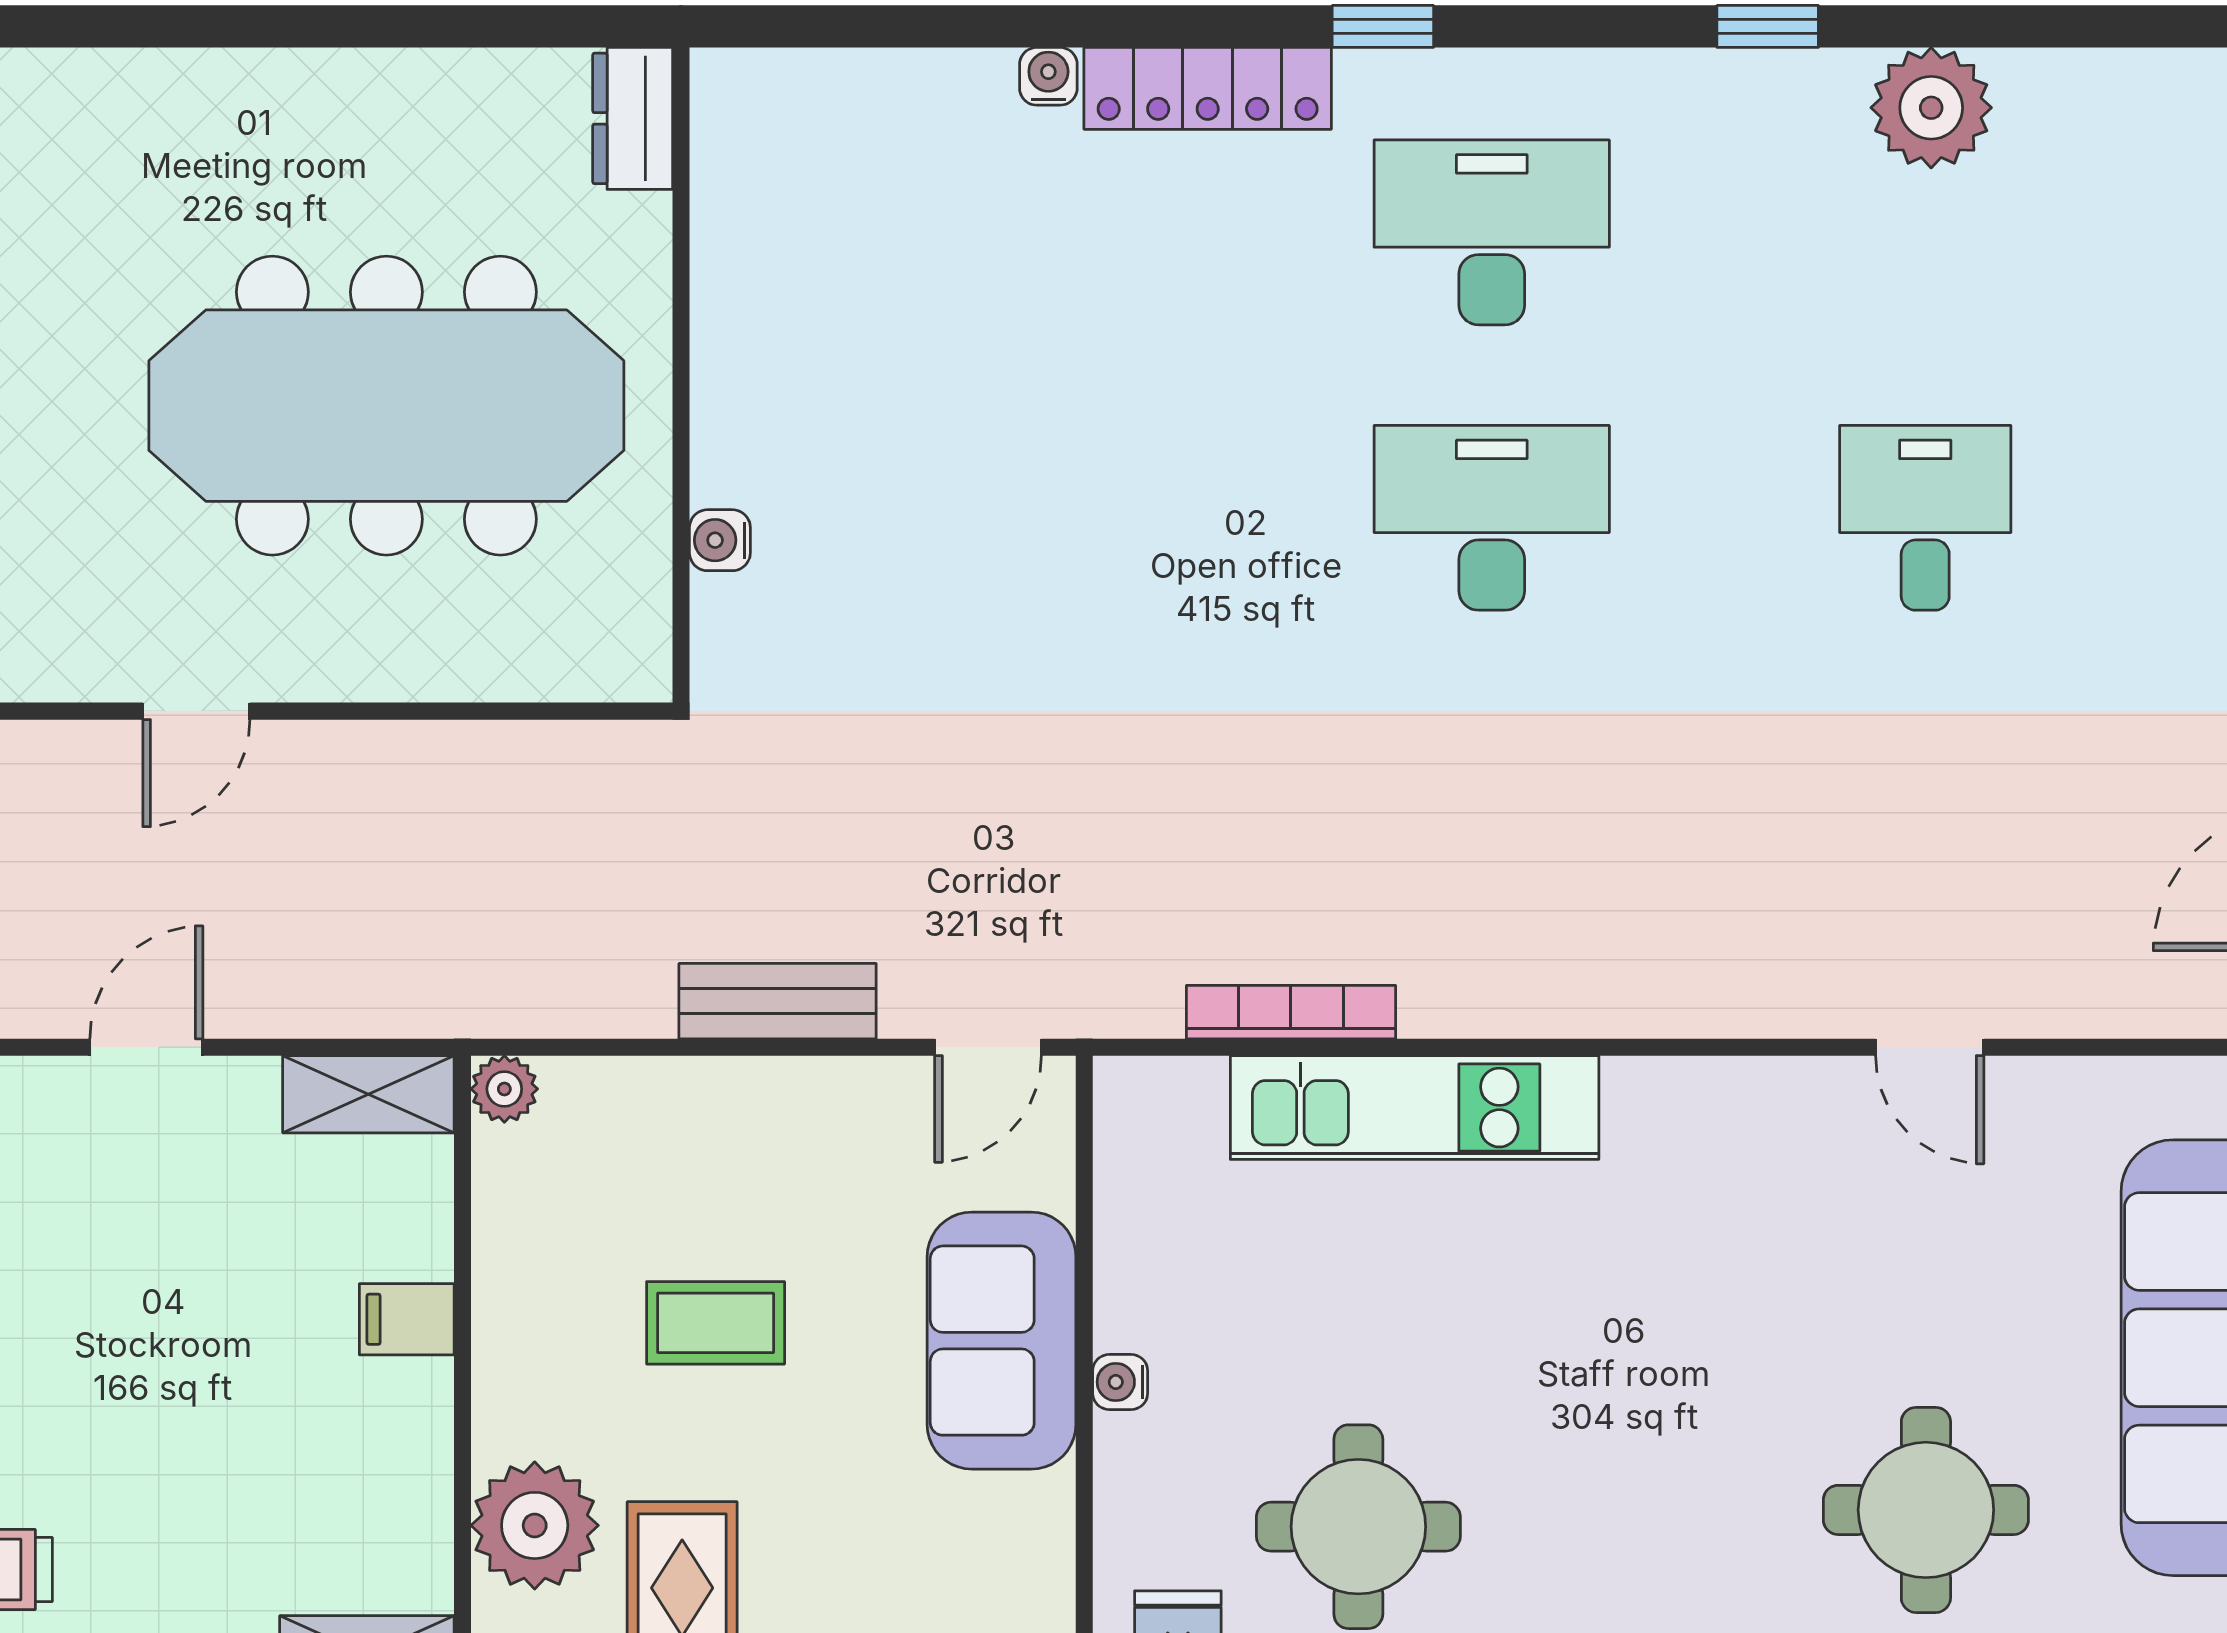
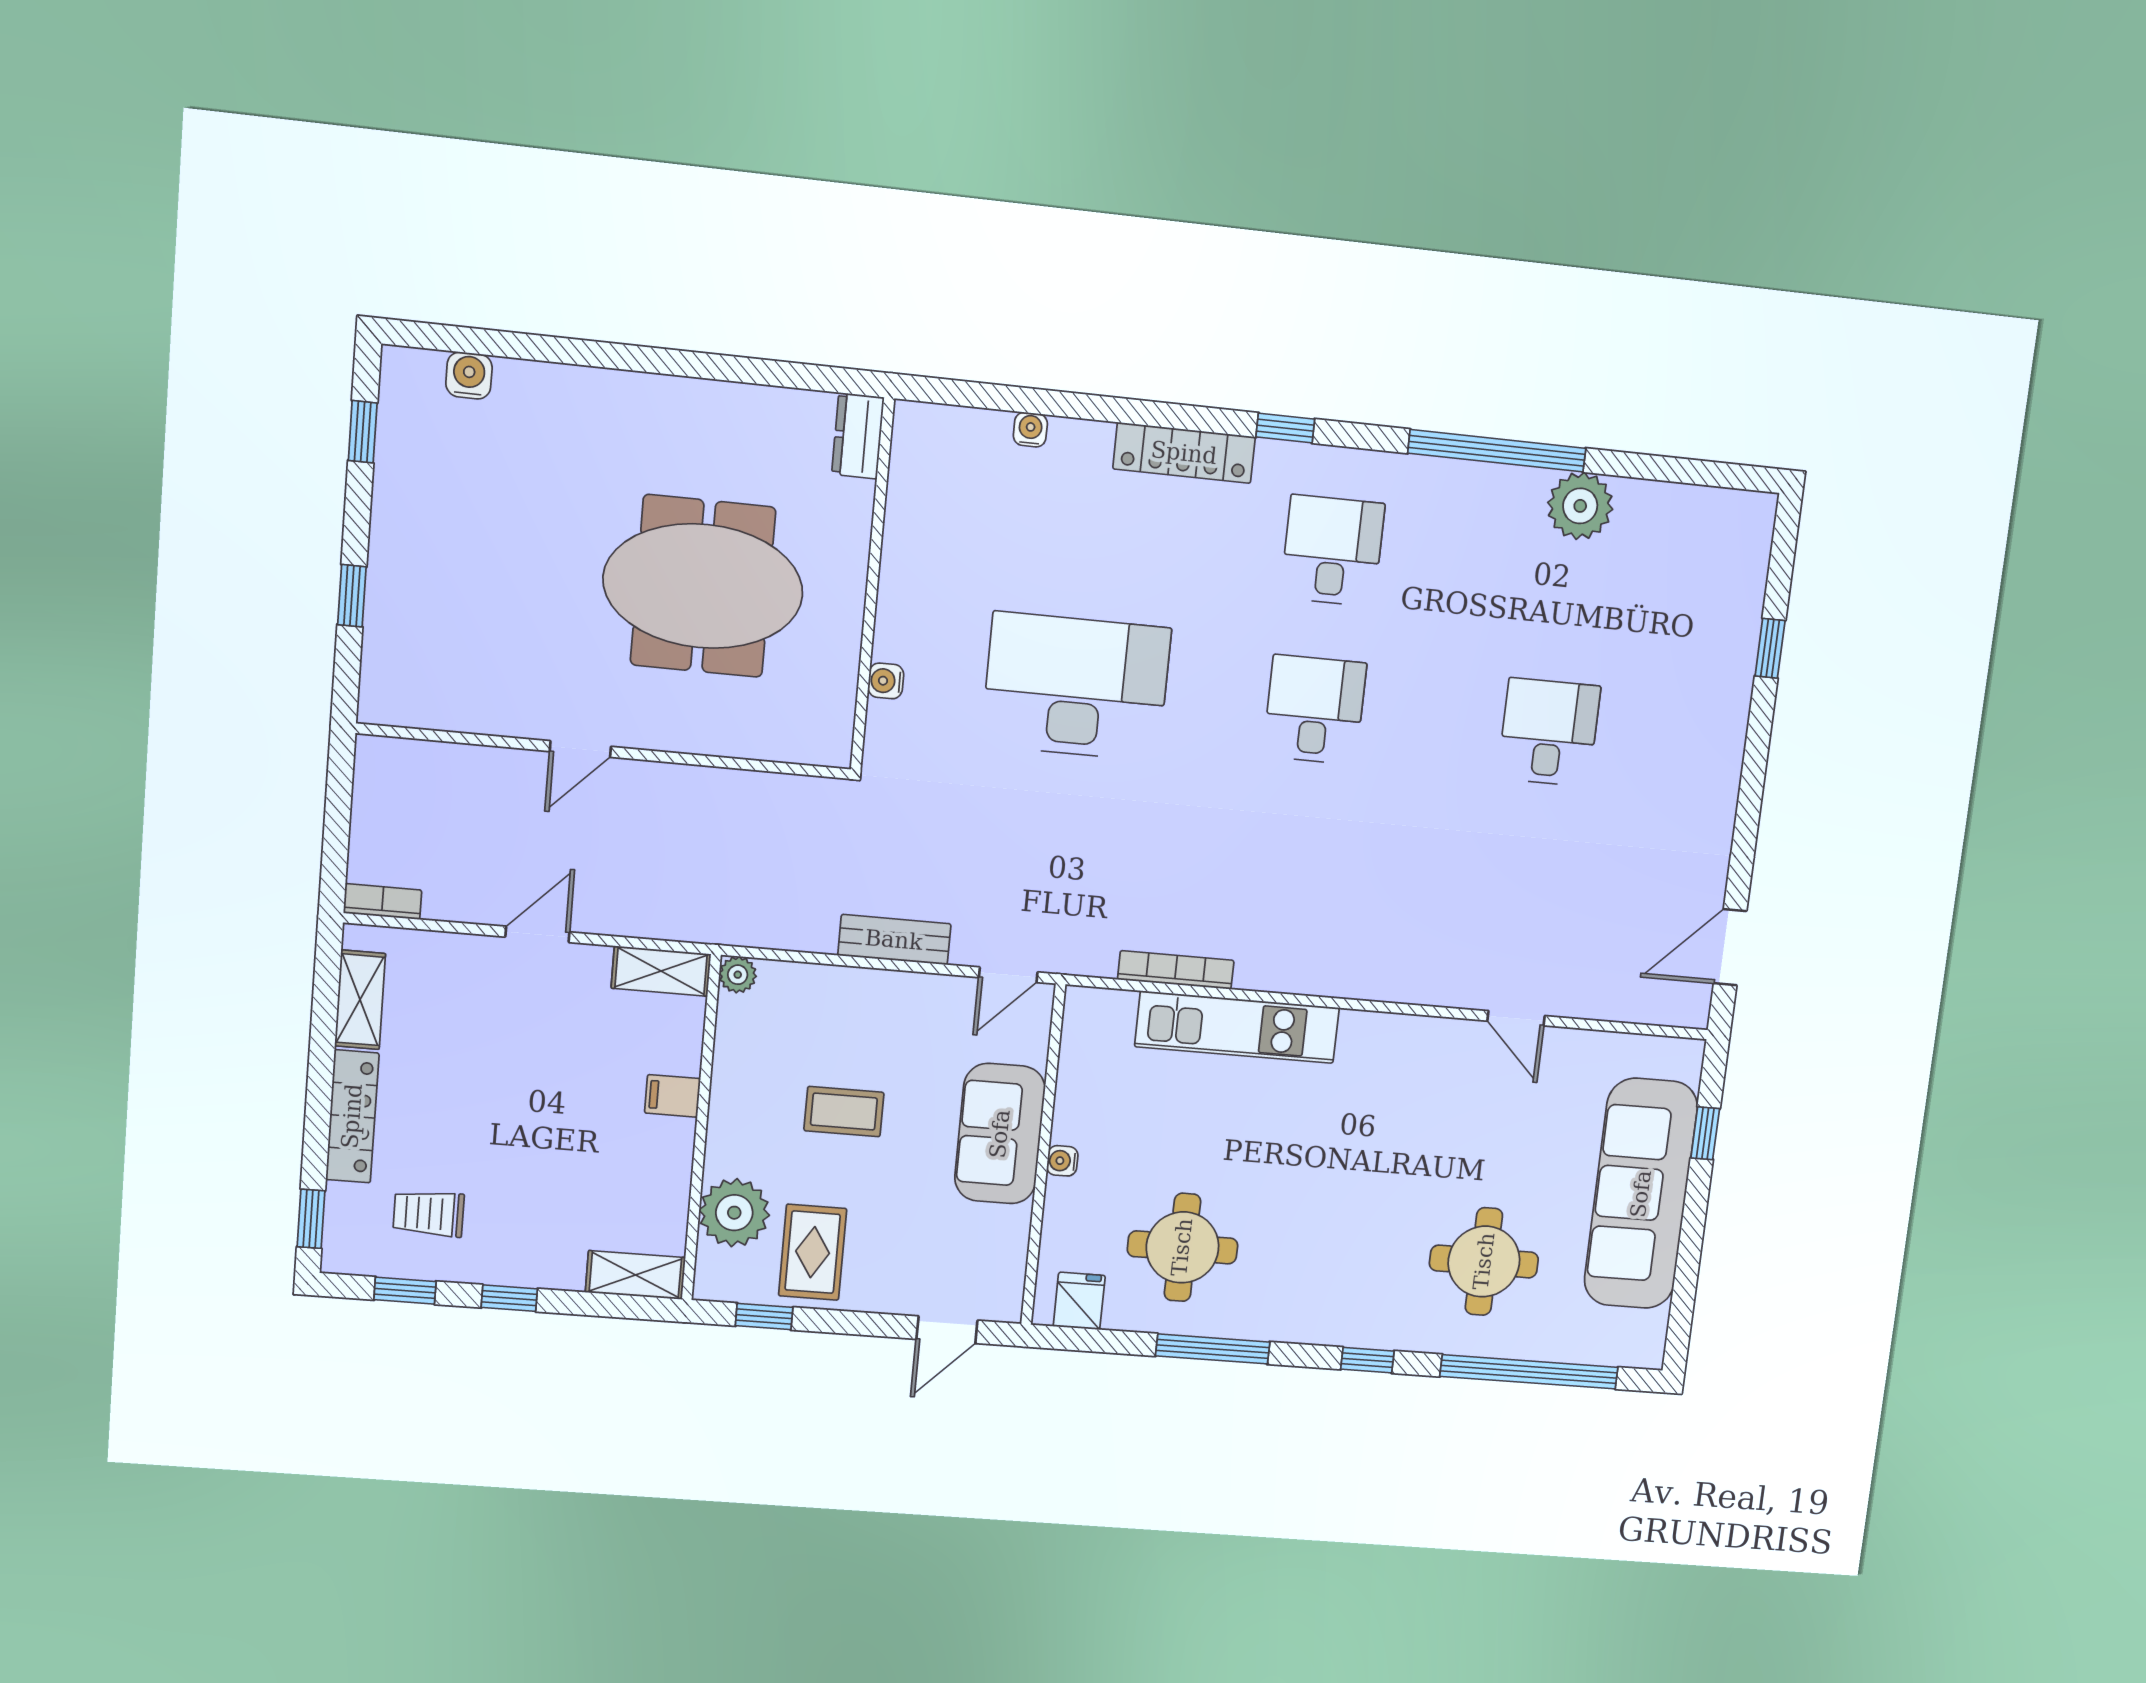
window: (1768, 26) -> (1497, 451), width x3.17
water cooler: (1048, 76) -> (1030, 430), moved
desk: (1492, 232) -> (1332, 551), width x0.73
meeting table: (386, 406) -> (703, 586), width x0.73
desk: (1058, 518) -> (1076, 687), added
desk: (1492, 518) -> (1315, 710), width x0.73

